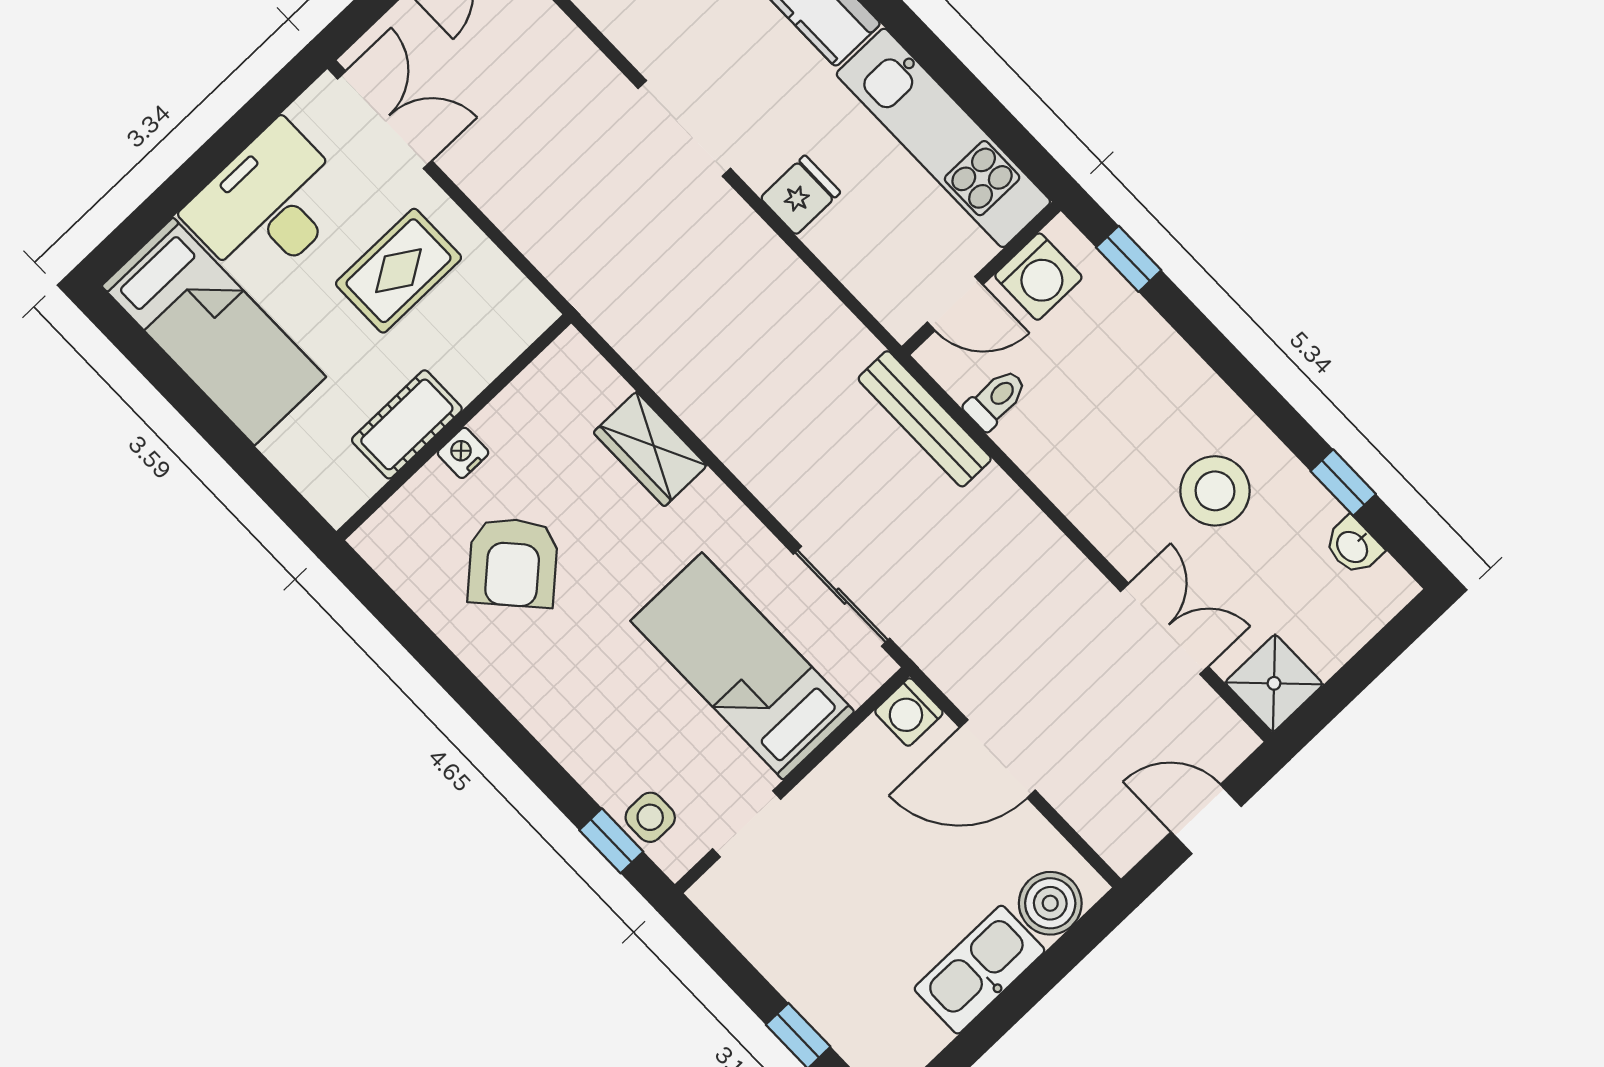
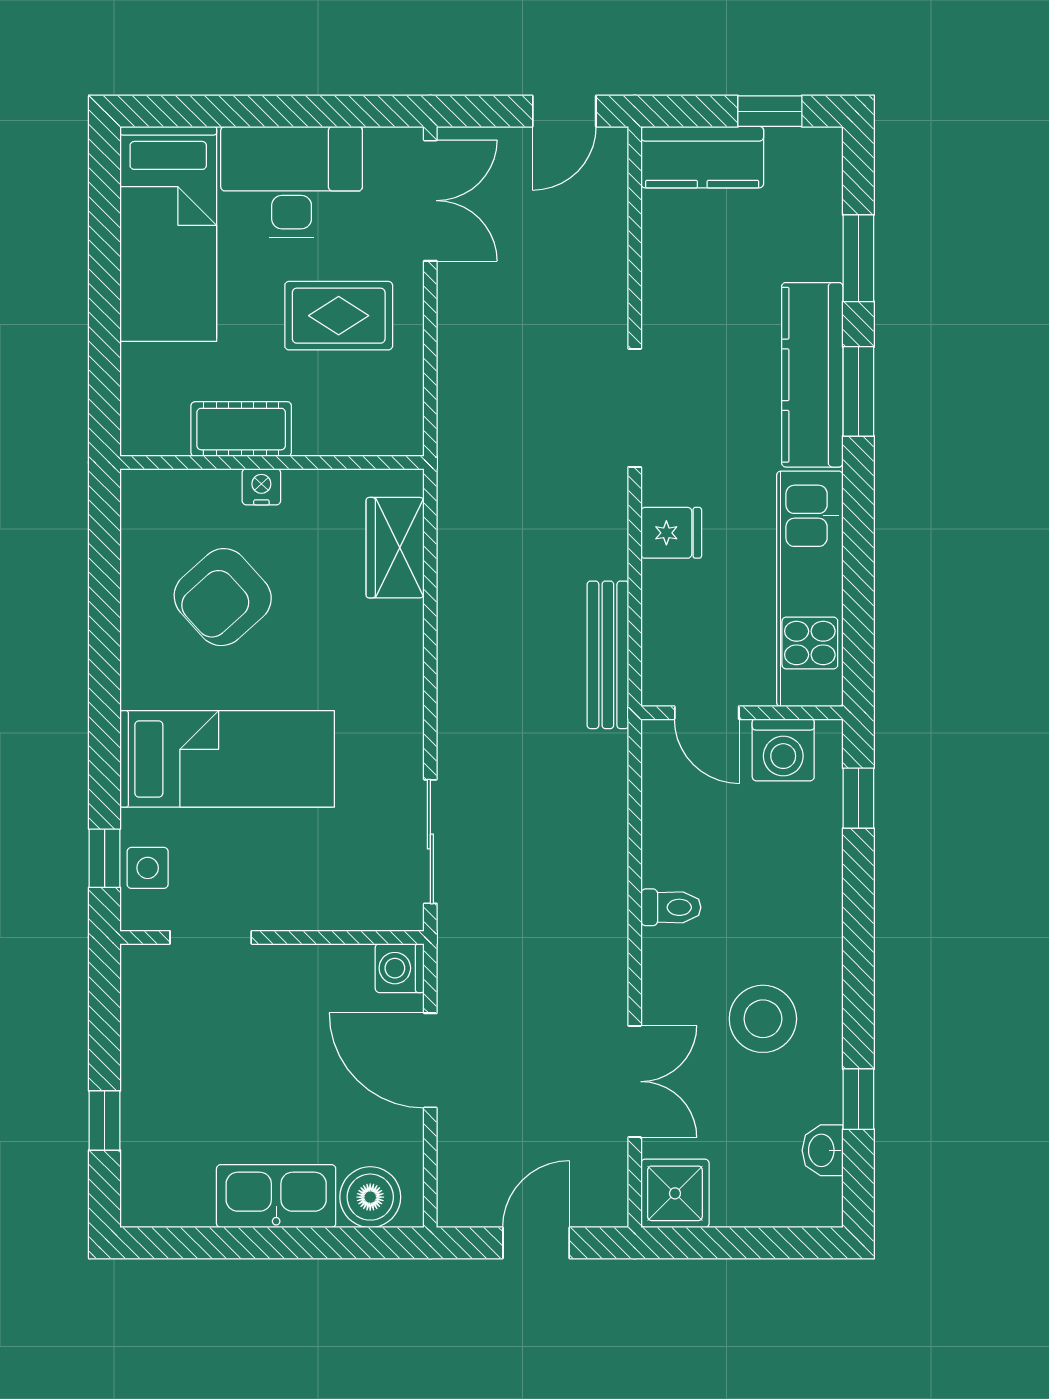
toilet: (996, 399) -> (671, 907), moved
bench: (925, 419) -> (608, 655), moved
wardrobe: (650, 449) -> (395, 548), moved
bed: (742, 666) -> (227, 759), moved, turned 90
door: (1206, 819) -> (536, 1243), hinge flipped

